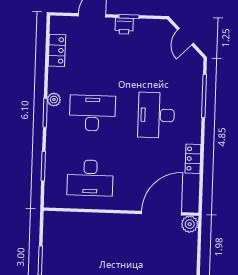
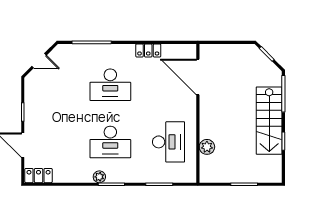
printer: (124, 26) -> (31, 116), removed
locker: (57, 50) -> (39, 176), moved
desk: (92, 113) -> (110, 142), turned -90
plant: (190, 224) -> (207, 147), moved

